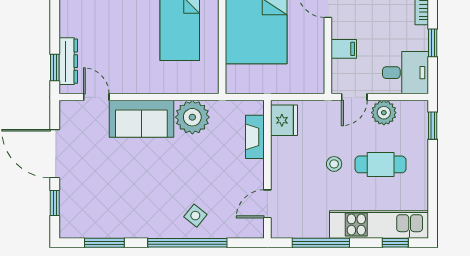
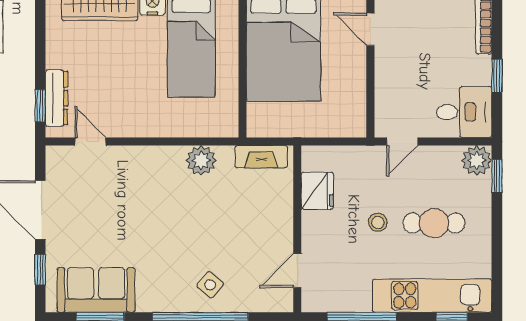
filing cabinet: (344, 49) -> (390, 83), removed
plant: (384, 113) -> (477, 160), moved
plant: (192, 117) -> (201, 160), width x0.73, depth x0.73
sofa: (141, 119) -> (96, 290), moved, turned 180
fridge: (284, 120) -> (317, 191), moved
fireplace: (255, 137) -> (261, 157), moved, turned -90

